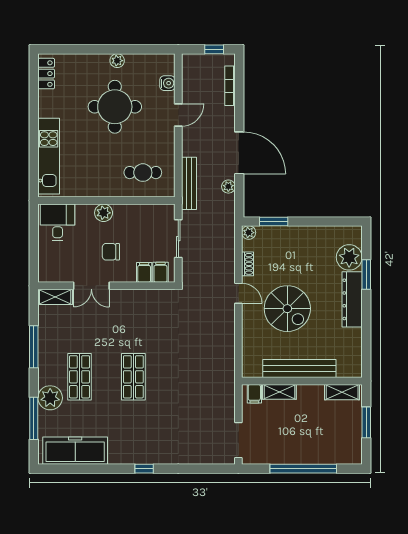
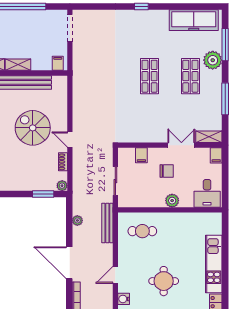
round table: (115, 107) -> (164, 281), width x0.73, depth x0.73
door: (239, 153) -> (69, 263), moved
kitchen unit: (49, 156) -> (214, 264), moved
filing cabinet: (160, 272) -> (216, 155), moved
shelving: (279, 392) -> (18, 65), moved

